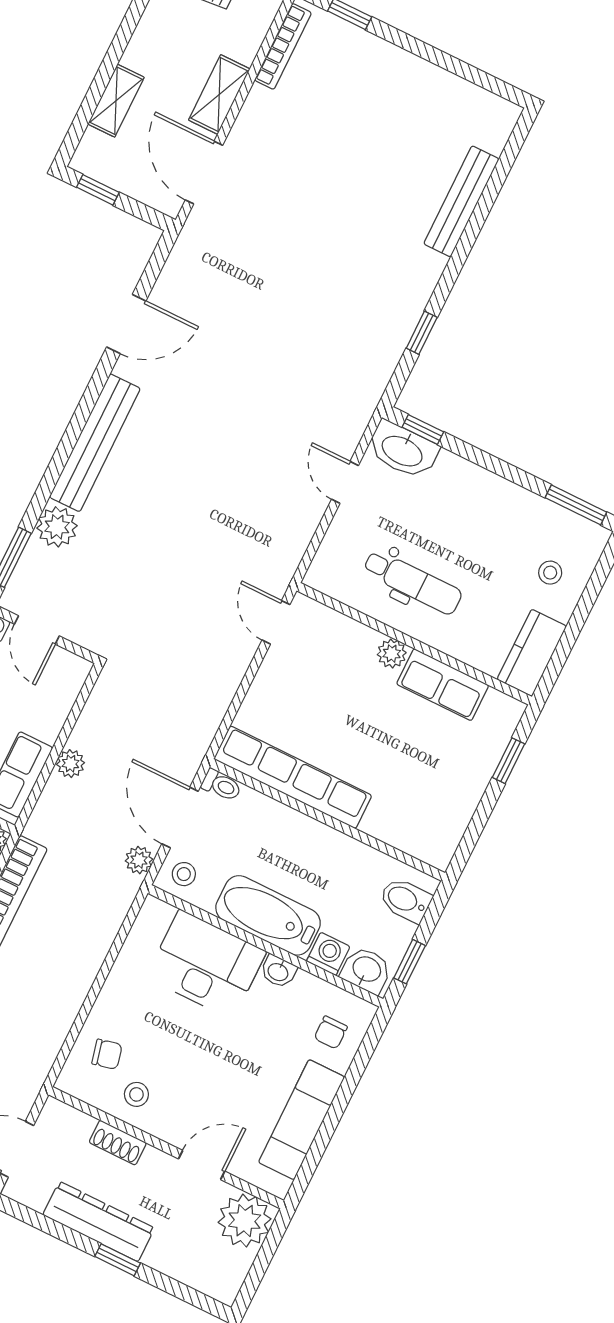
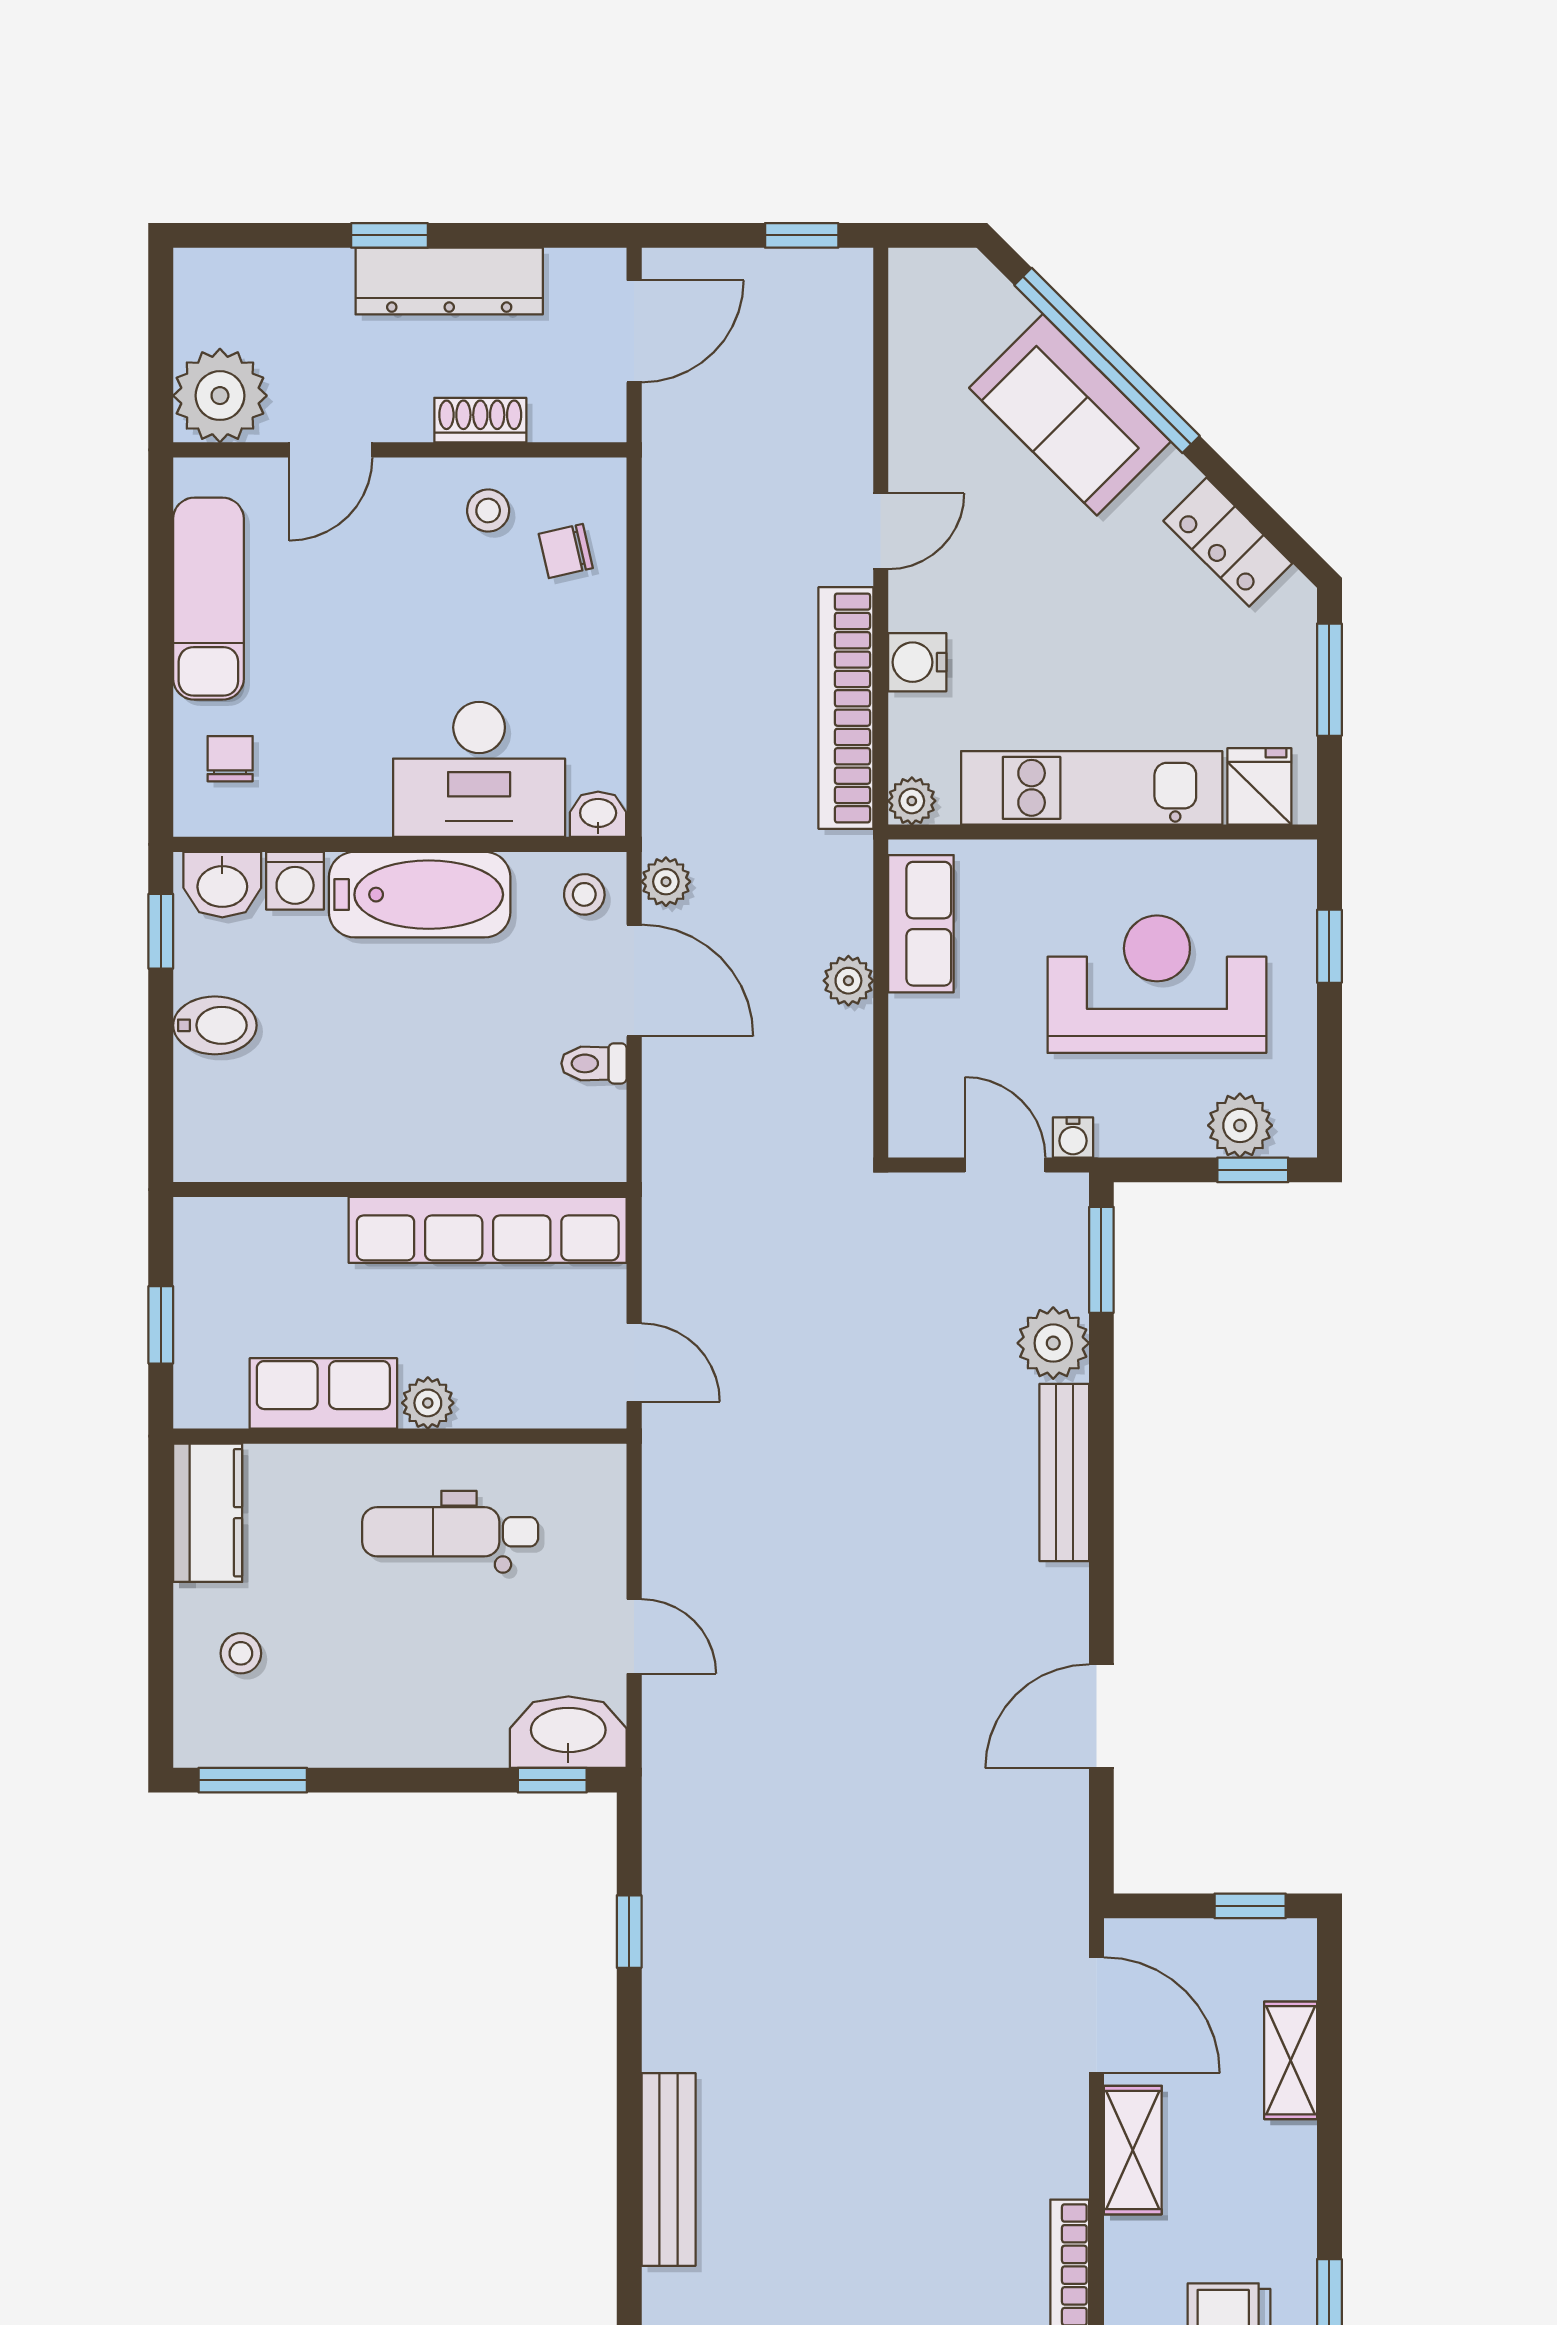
bench: (95, 443) -> (1064, 1472), width x0.73, depth x0.82
row of seats: (293, 777) -> (488, 1230), moved
wall: (327, 820) -> (400, 1190), moved
washbasin: (278, 971) -> (598, 814), moved

